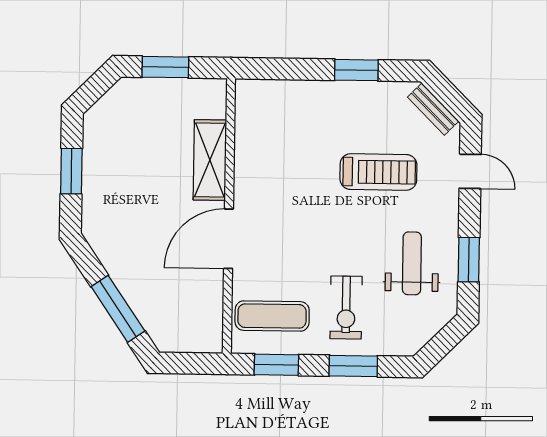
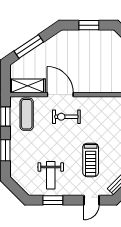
shelving: (210, 160) -> (27, 86), moved
weight bench: (412, 263) -> (51, 175), turned 90
exercise bike: (346, 308) -> (66, 117), moved

